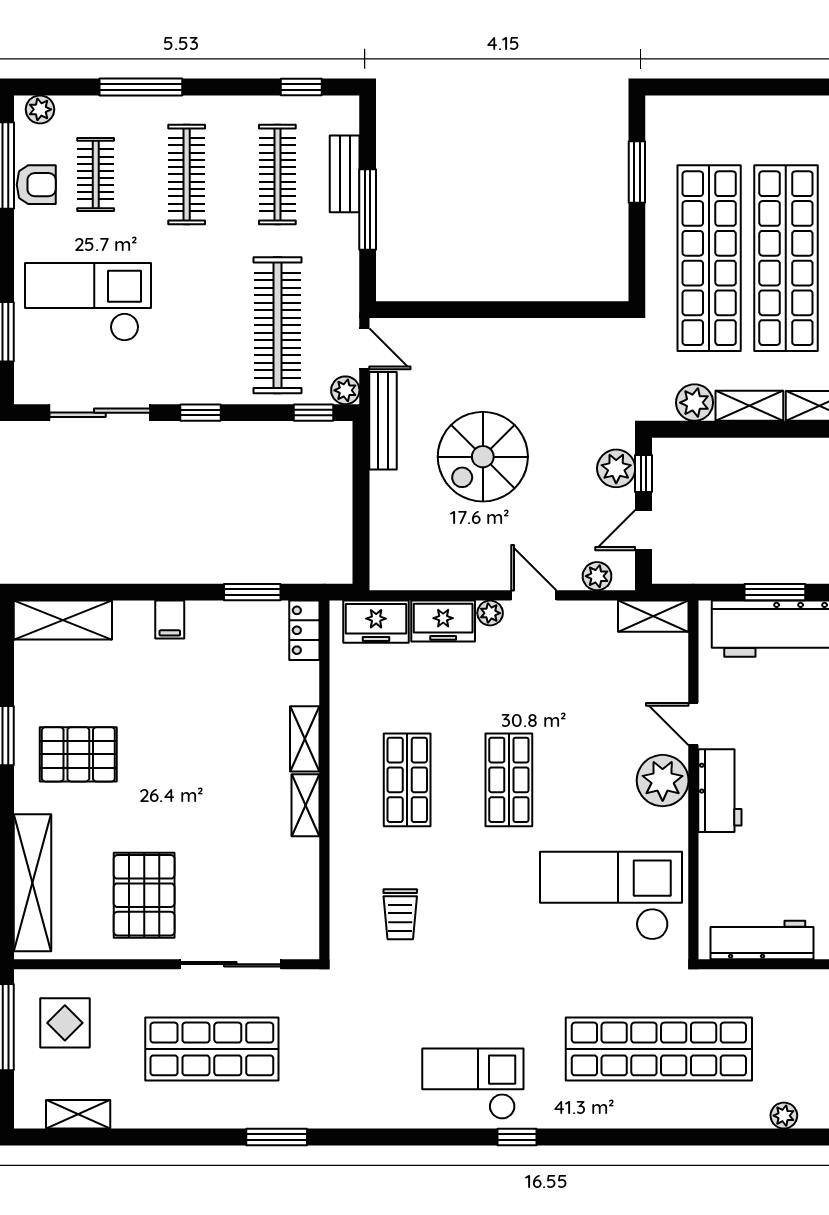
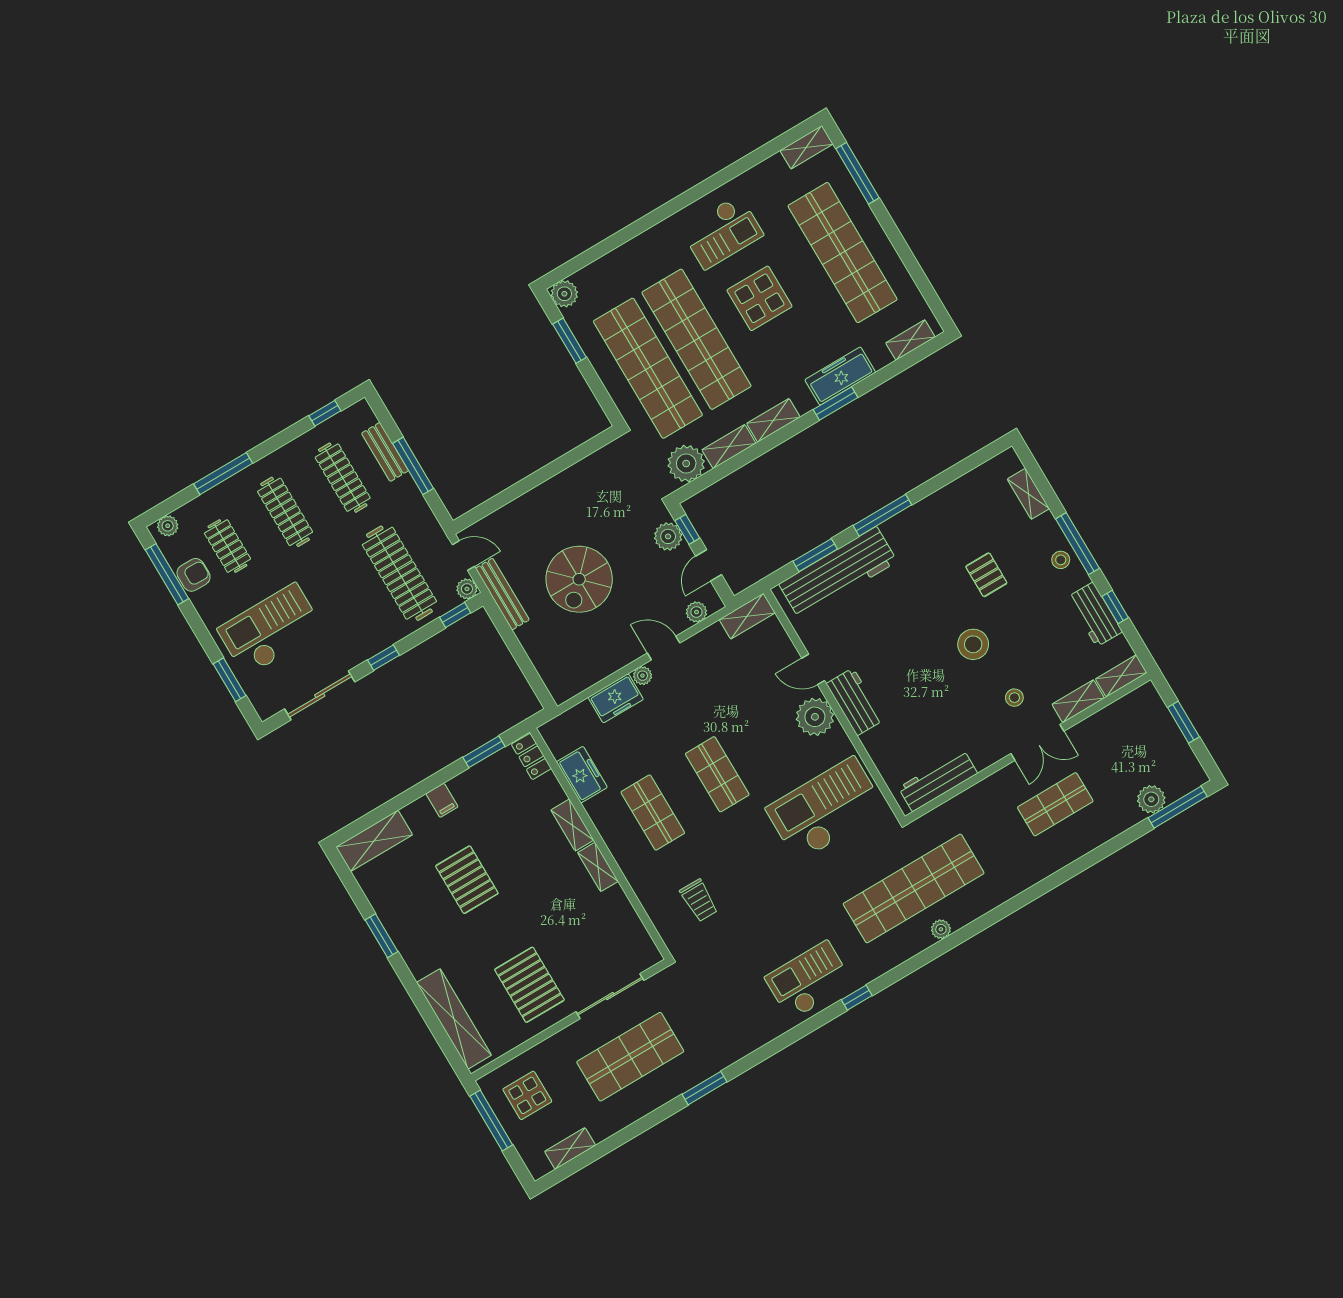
plant: (663, 114) -> (564, 294), added
plant: (695, 403) -> (686, 464), width x1.36, depth x1.36
freezer: (376, 622) -> (582, 775), moved, turned -90
pallet: (78, 754) -> (467, 880), moved, turned 90
plant: (784, 1116) -> (941, 929), moved

